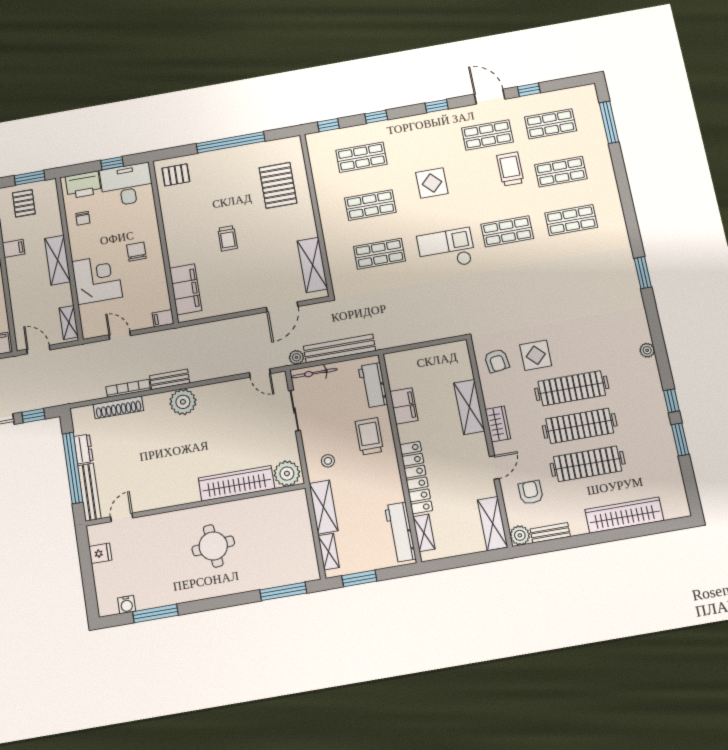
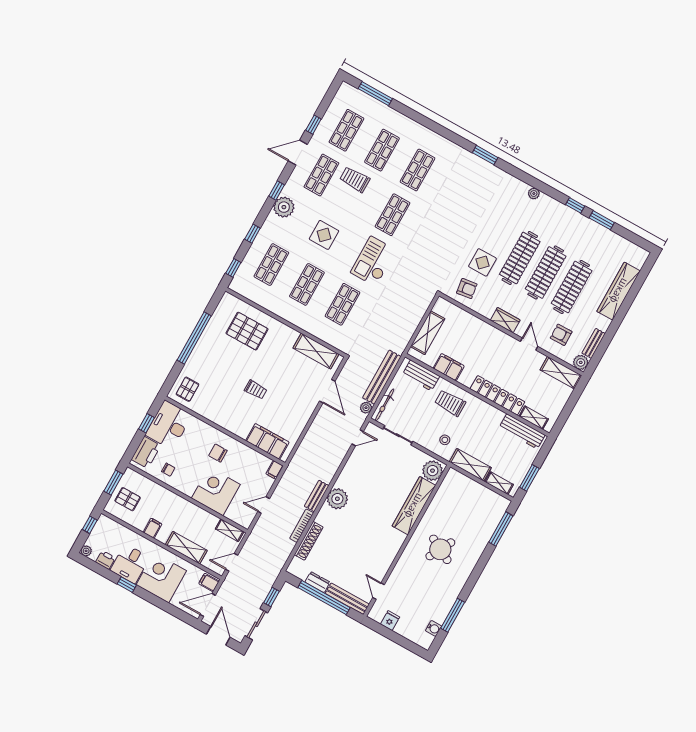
plant: (426, 125) -> (284, 207), added
shelving: (58, 260) -> (186, 548), moved
shelving: (469, 407) -> (428, 333), moved, turned 90
round table: (213, 546) -> (440, 549), turned 34

